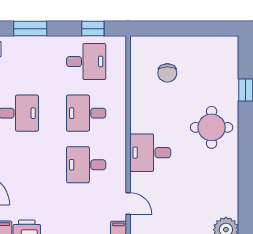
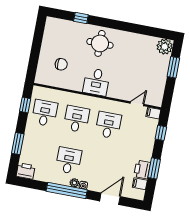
desk: (86, 113) -> (76, 119), turned 180
desk: (150, 153) -> (96, 82), moved
desk: (86, 165) -> (108, 125), turned 180

